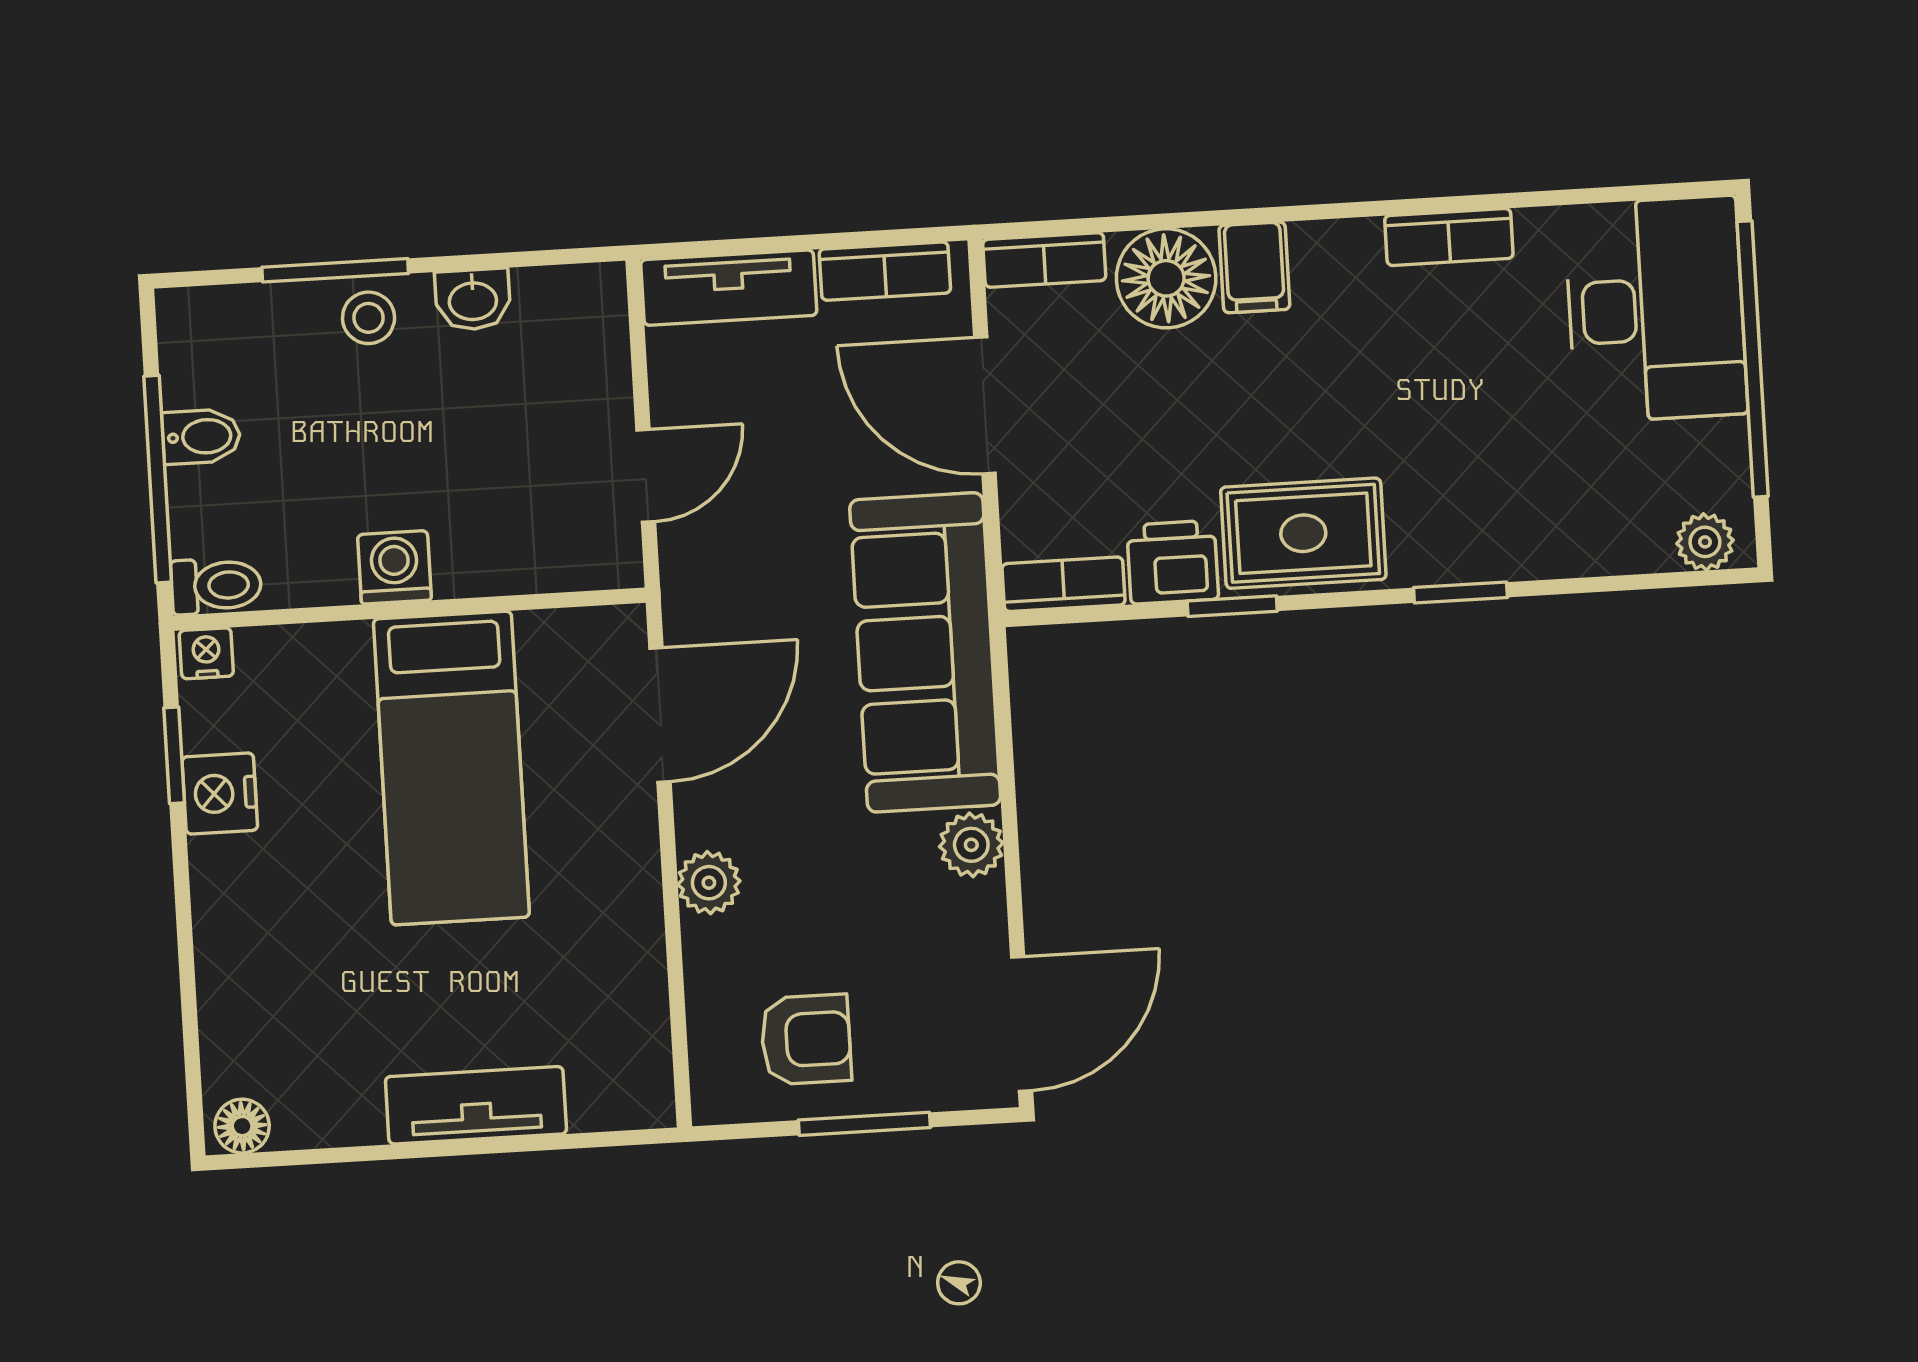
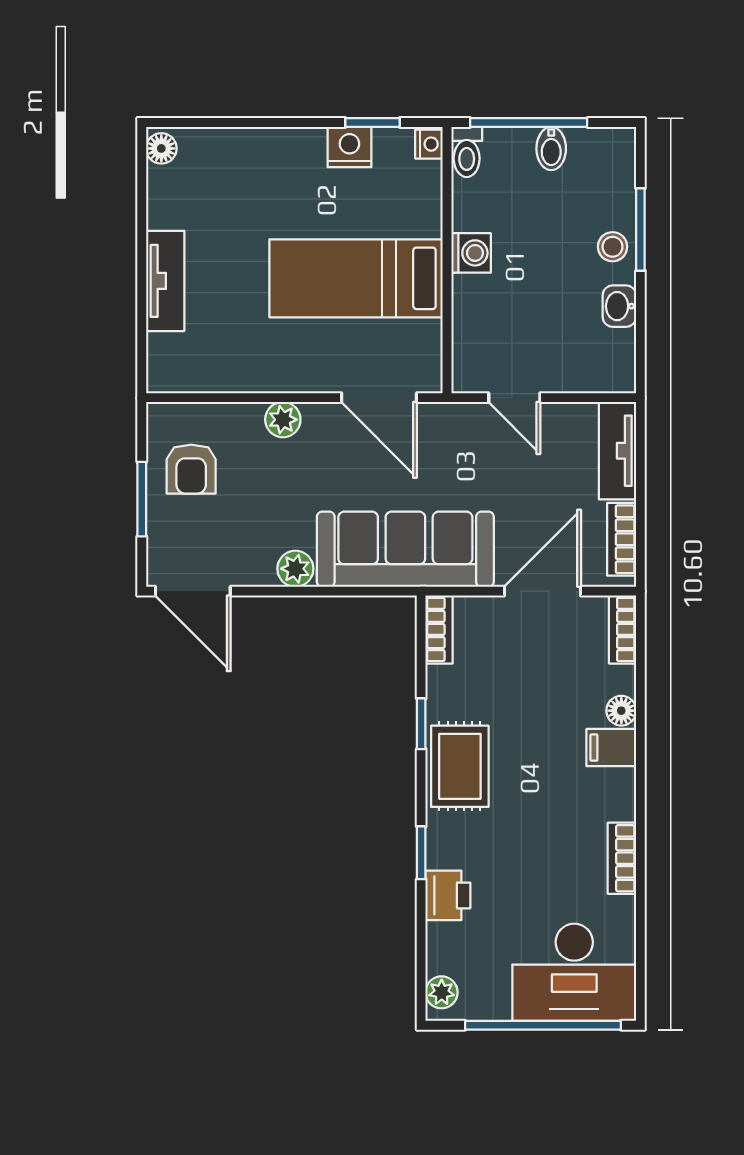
floor lamp: (1166, 278) -> (621, 711), width x0.53, depth x0.53
printer: (1173, 562) -> (448, 895), moved

